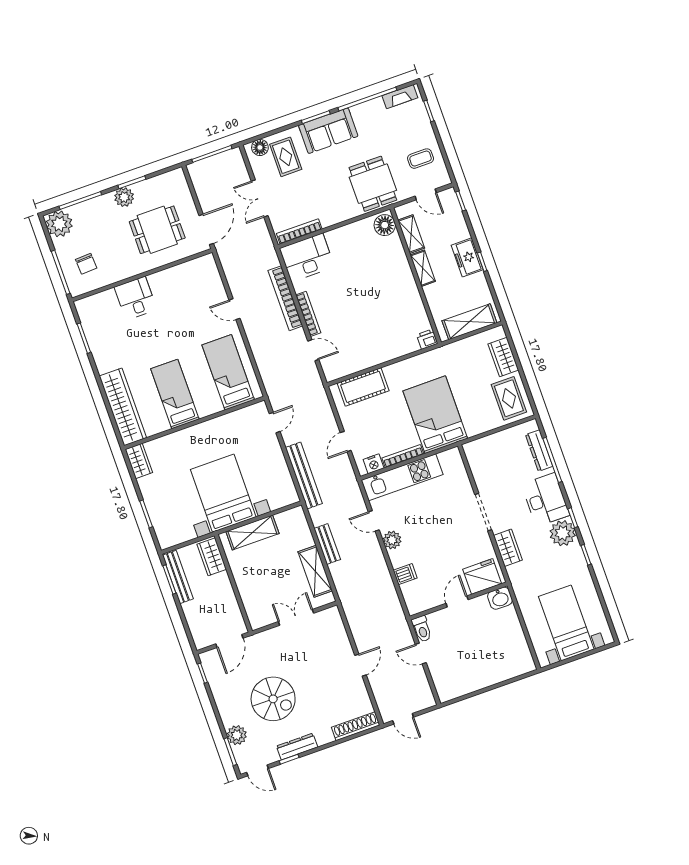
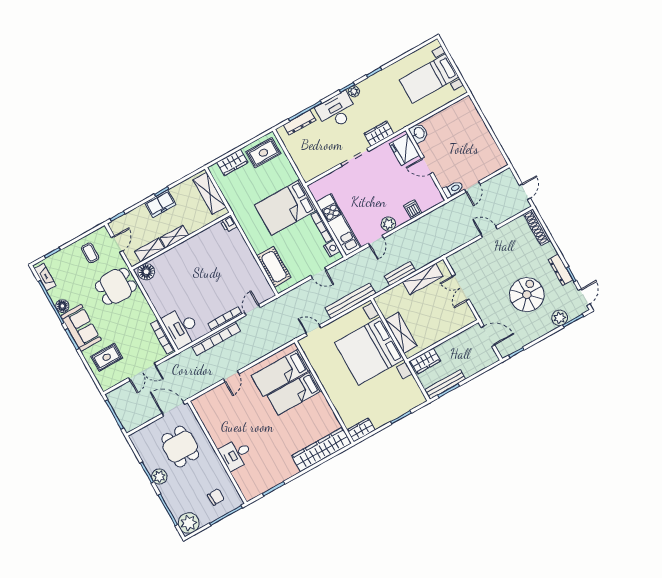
floor lamp: (260, 147) -> (62, 306), moved
bed: (175, 394) -> (295, 393), moved
bed with nightstands: (223, 493) -> (369, 351), width x1.36
plant: (563, 533) -> (354, 91), width x0.53, depth x0.53

